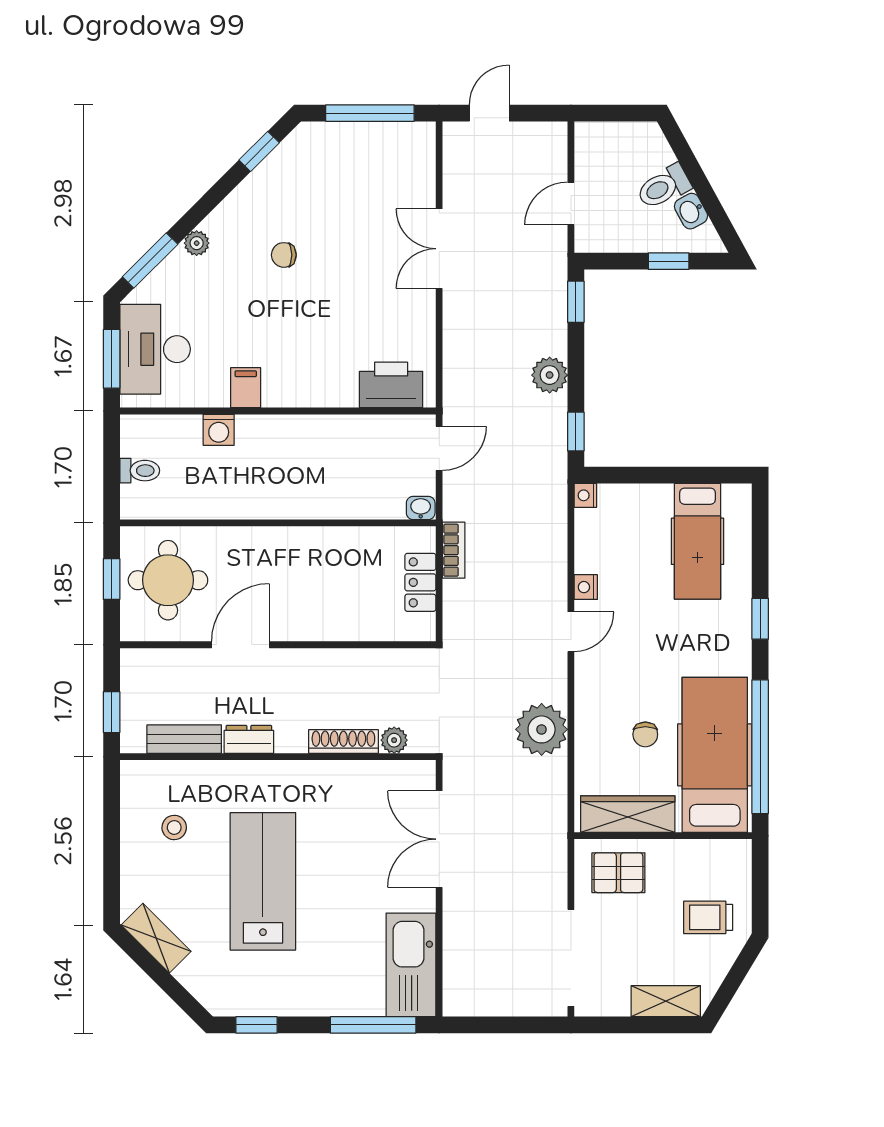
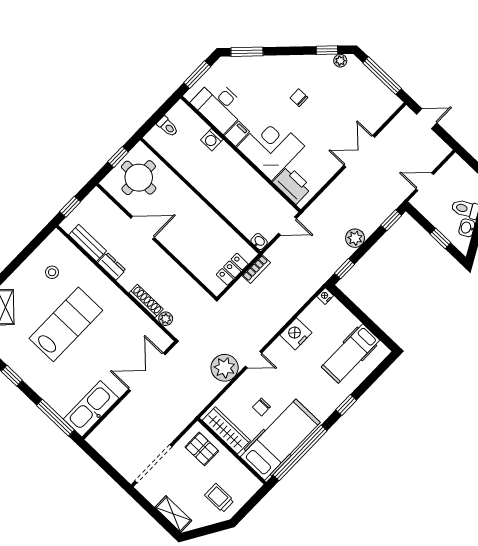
plant: (197, 243) -> (340, 61), moved
desk: (155, 349) -> (219, 105), moved, turned -90
corner desk: (310, 361) -> (271, 147), added
nightstand: (586, 587) -> (296, 334), width x1.89, depth x1.79
door: (571, 632) -> (254, 360), moved

